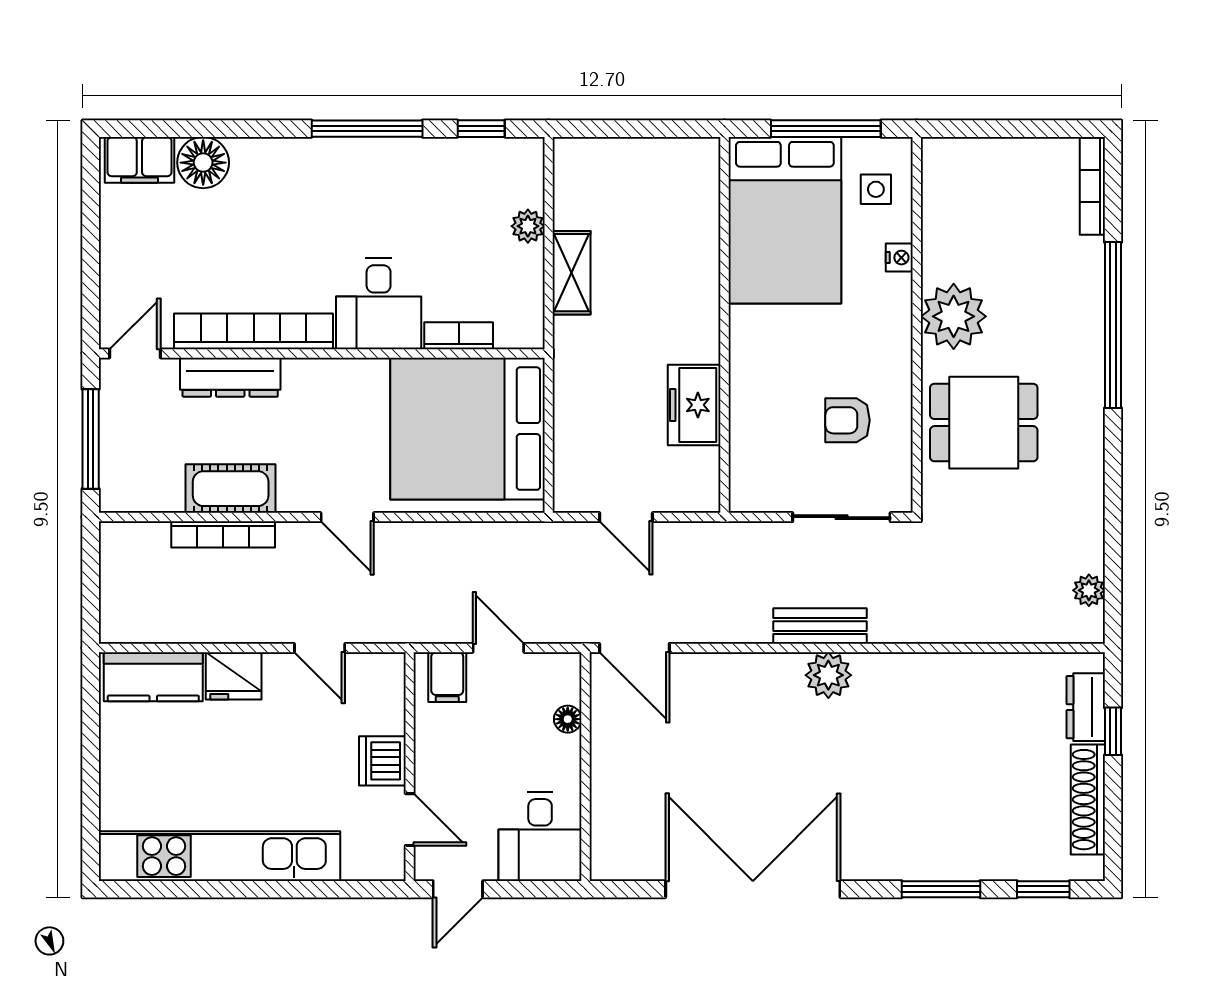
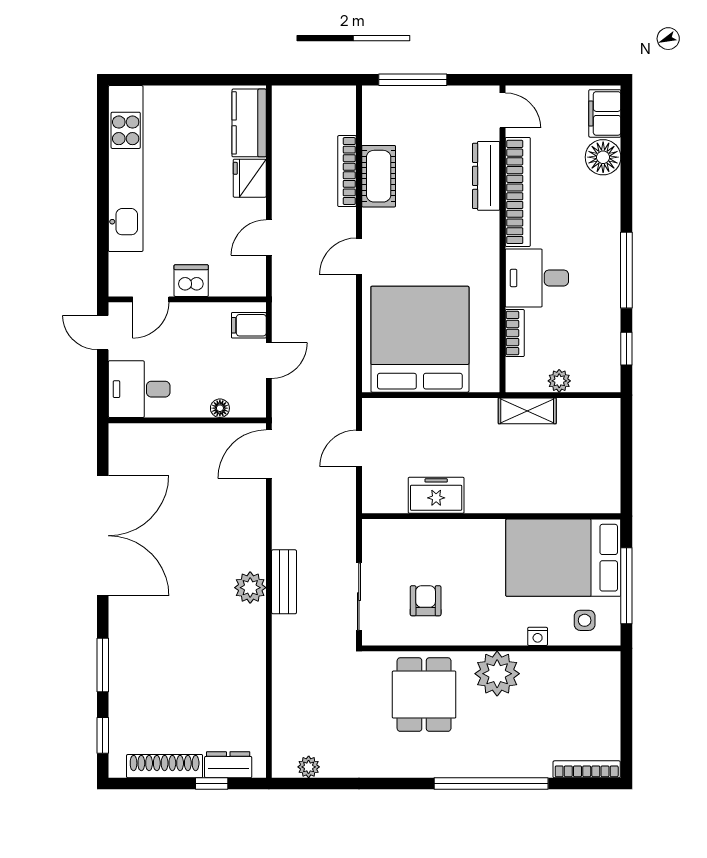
desk: (379, 304) -> (537, 278), moved
bookcase: (254, 331) -> (518, 192), moved
bookcase: (459, 336) -> (515, 333), moved
door: (135, 353) -> (503, 110), moved
wall: (322, 353) -> (503, 239), moved
dresser: (230, 377) -> (486, 176), moved

